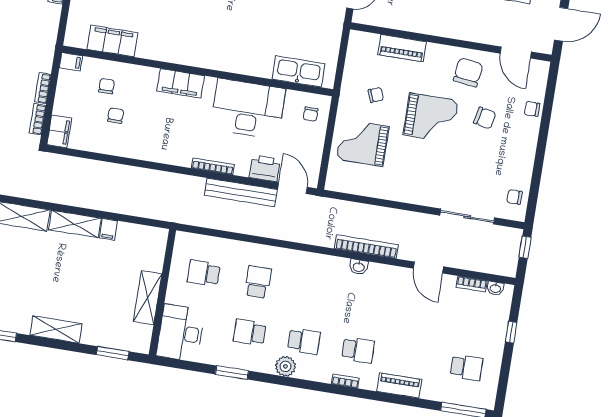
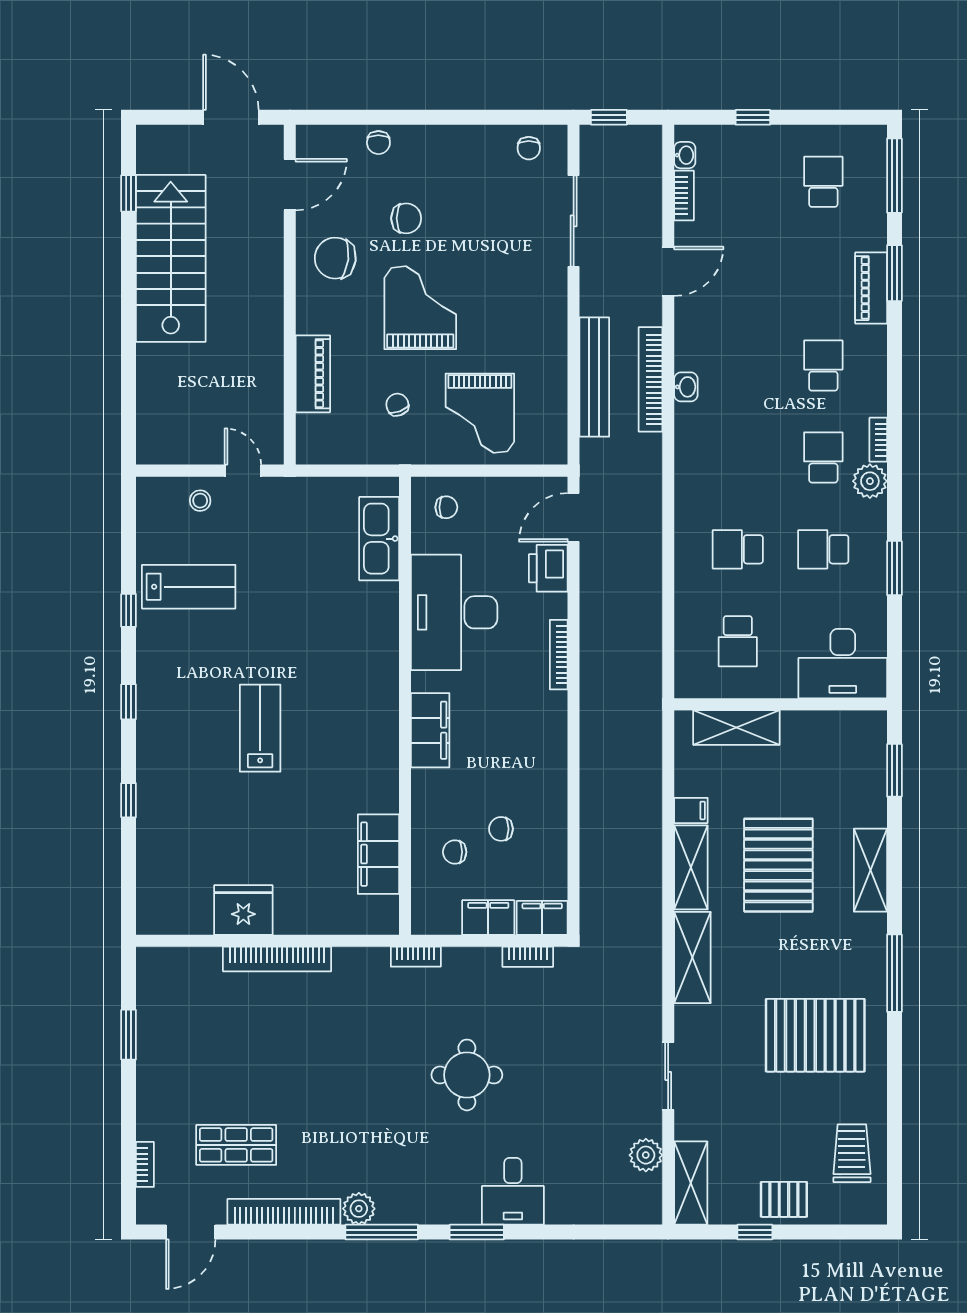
filing cabinet: (71, 62) -> (488, 918), moved, width x2.00
bookcase: (43, 88) -> (416, 957), moved
chair: (485, 118) -> (406, 218), turned 78
bench: (241, 192) -> (594, 377), moved
pallet: (68, 276) -> (778, 865), added
shelving: (148, 298) -> (736, 727), moved
school desk: (250, 332) -> (823, 549), turned 90
bookcase: (345, 381) -> (878, 440), moved
window: (406, 401) -> (894, 273), added

